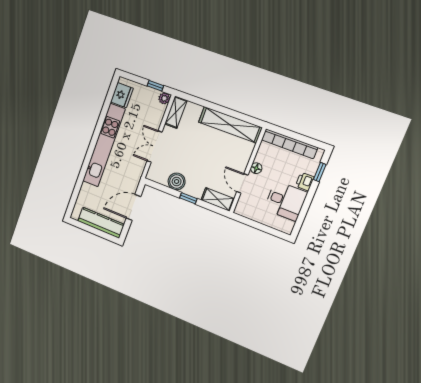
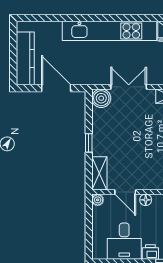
boiler: (177, 181) -> (101, 98), moved
door: (242, 183) -> (125, 192), swing flipped
plant: (240, 210) -> (98, 200), added

